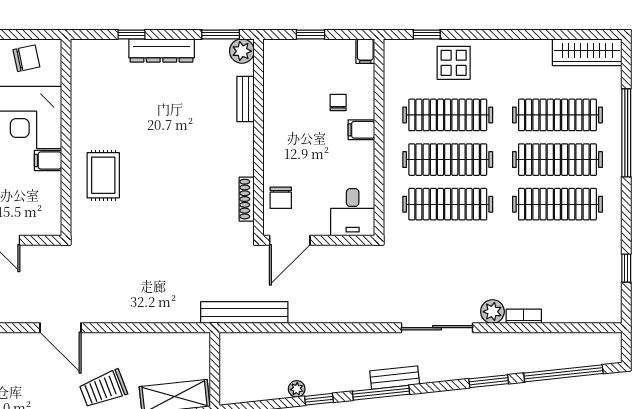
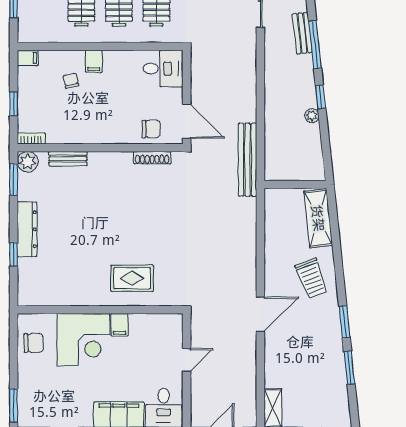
bookcase: (270, 55) -> (31, 138), added
chair: (26, 58) -> (34, 343), turned 102
chair: (338, 103) -> (71, 81), turned 78

